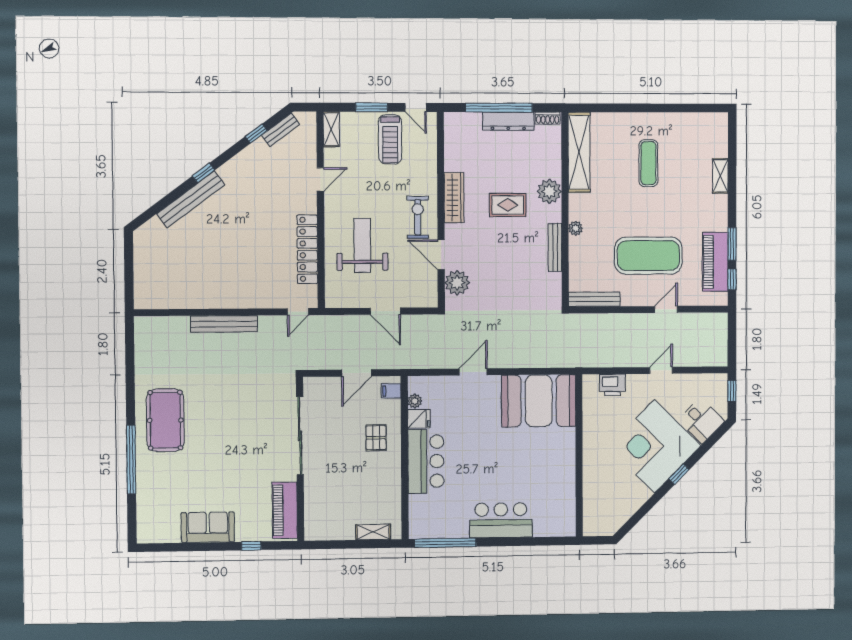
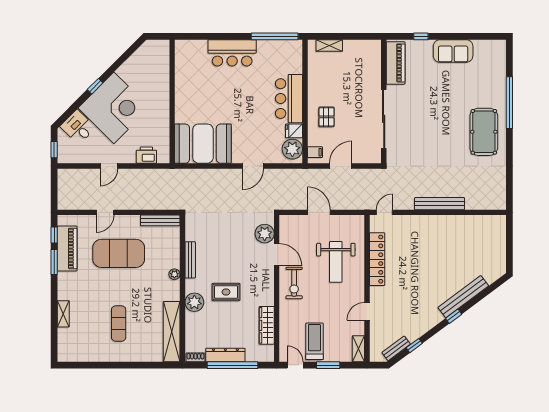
wardrobe: (454, 198) -> (267, 325), moved
plant: (415, 401) -> (292, 149), width x1.88, depth x1.88

